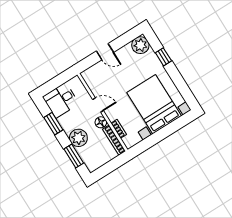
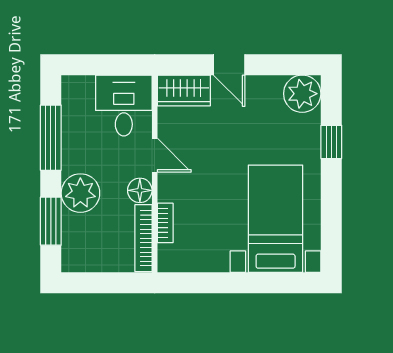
wardrobe: (94, 73) -> (184, 90), added
desk: (61, 100) -> (124, 106), moved, turned 90
bed with nightstands: (154, 104) -> (276, 219), width x0.73
window: (53, 124) -> (51, 138), width x1.44

